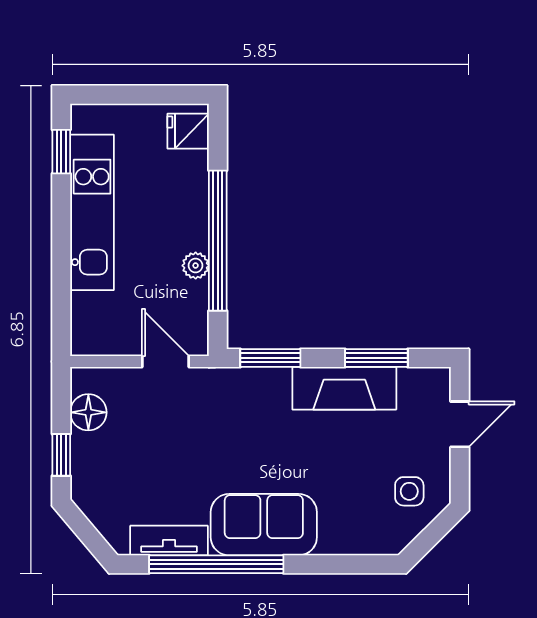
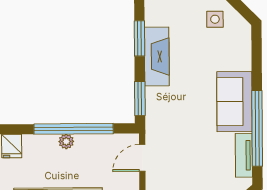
plant: (196, 266) -> (66, 141), moved

